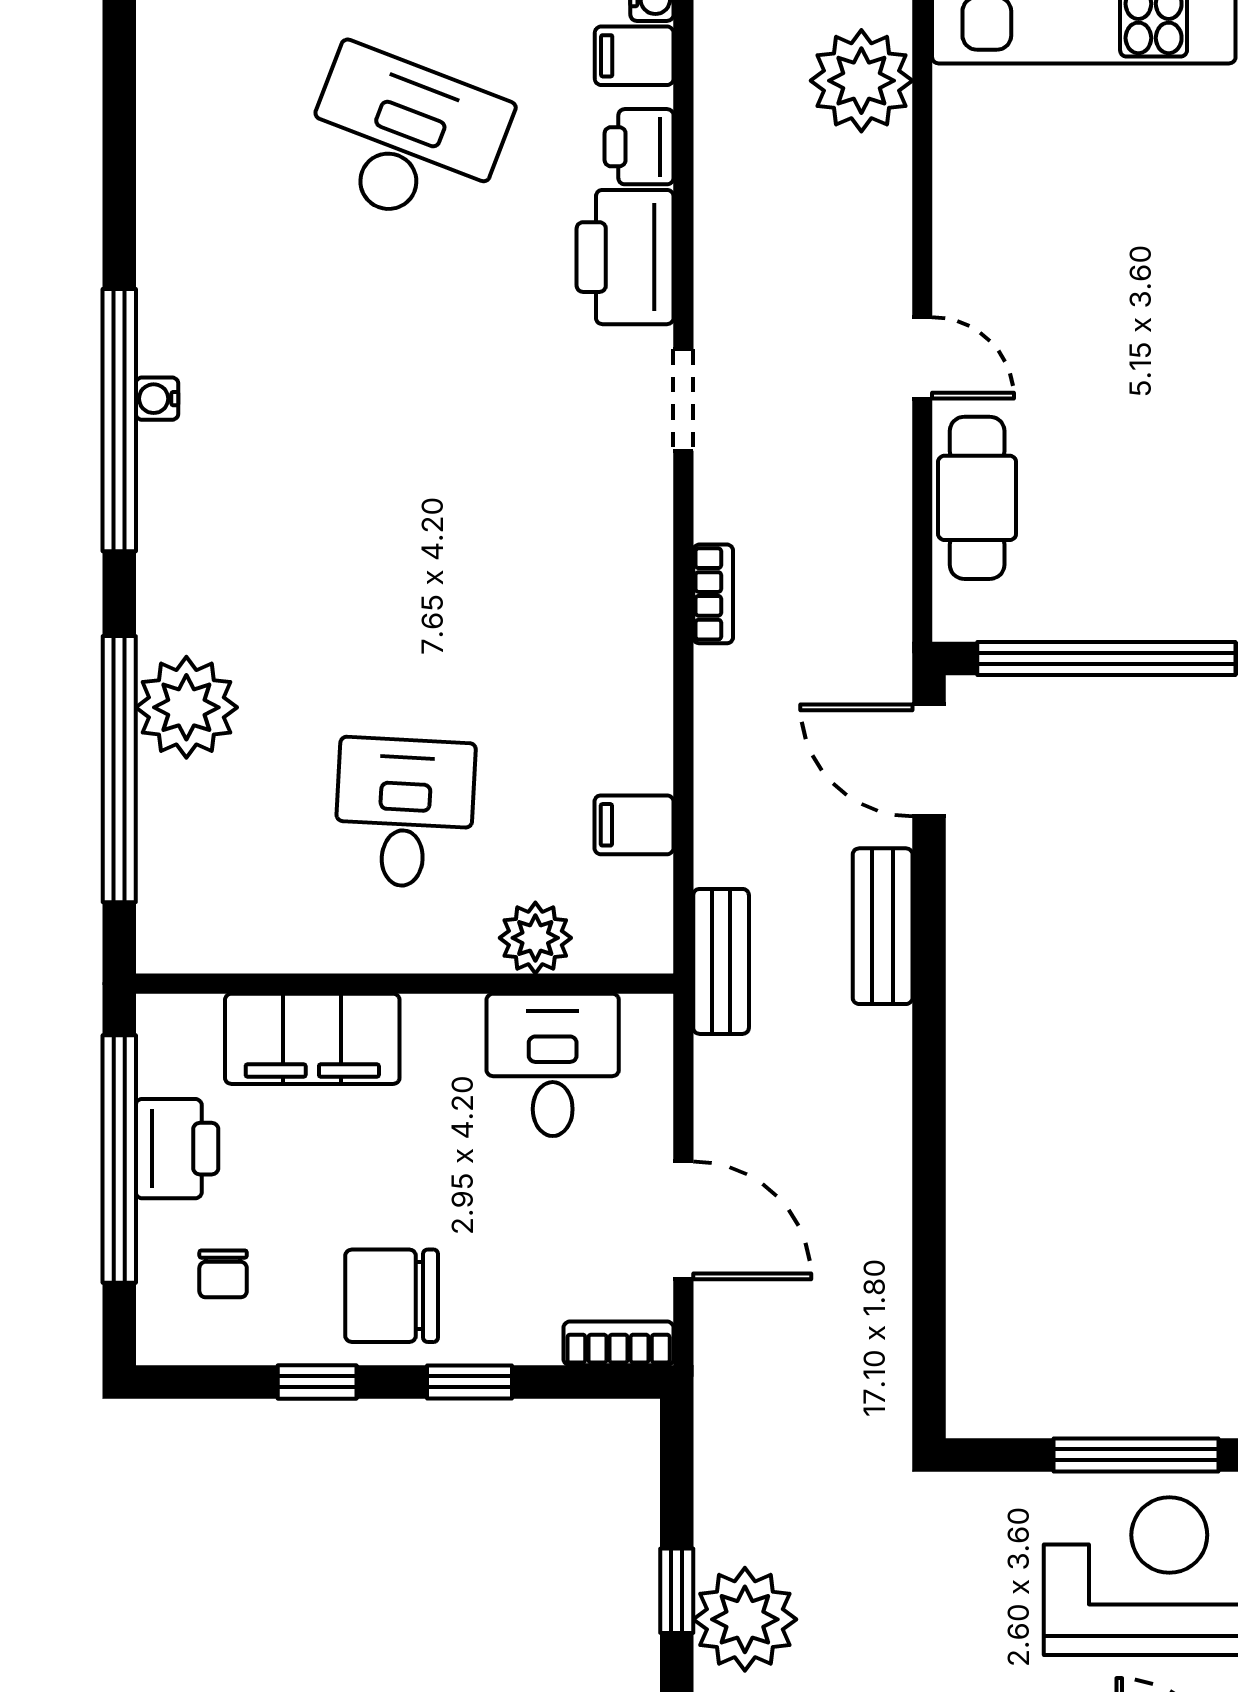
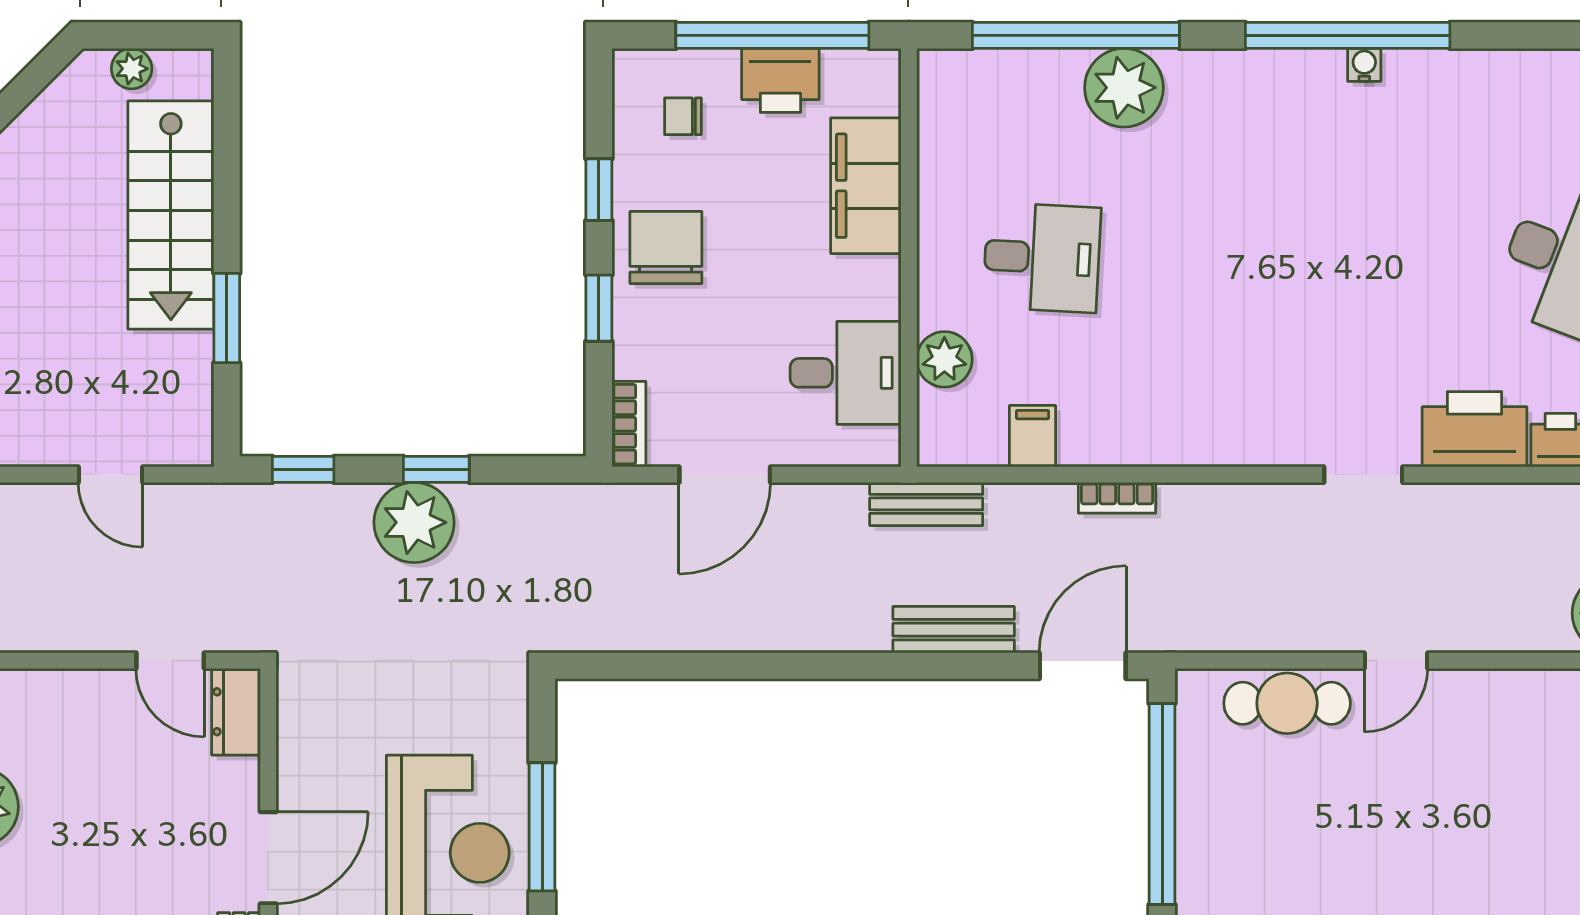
bookcase: (713, 594) -> (1117, 498), moved

